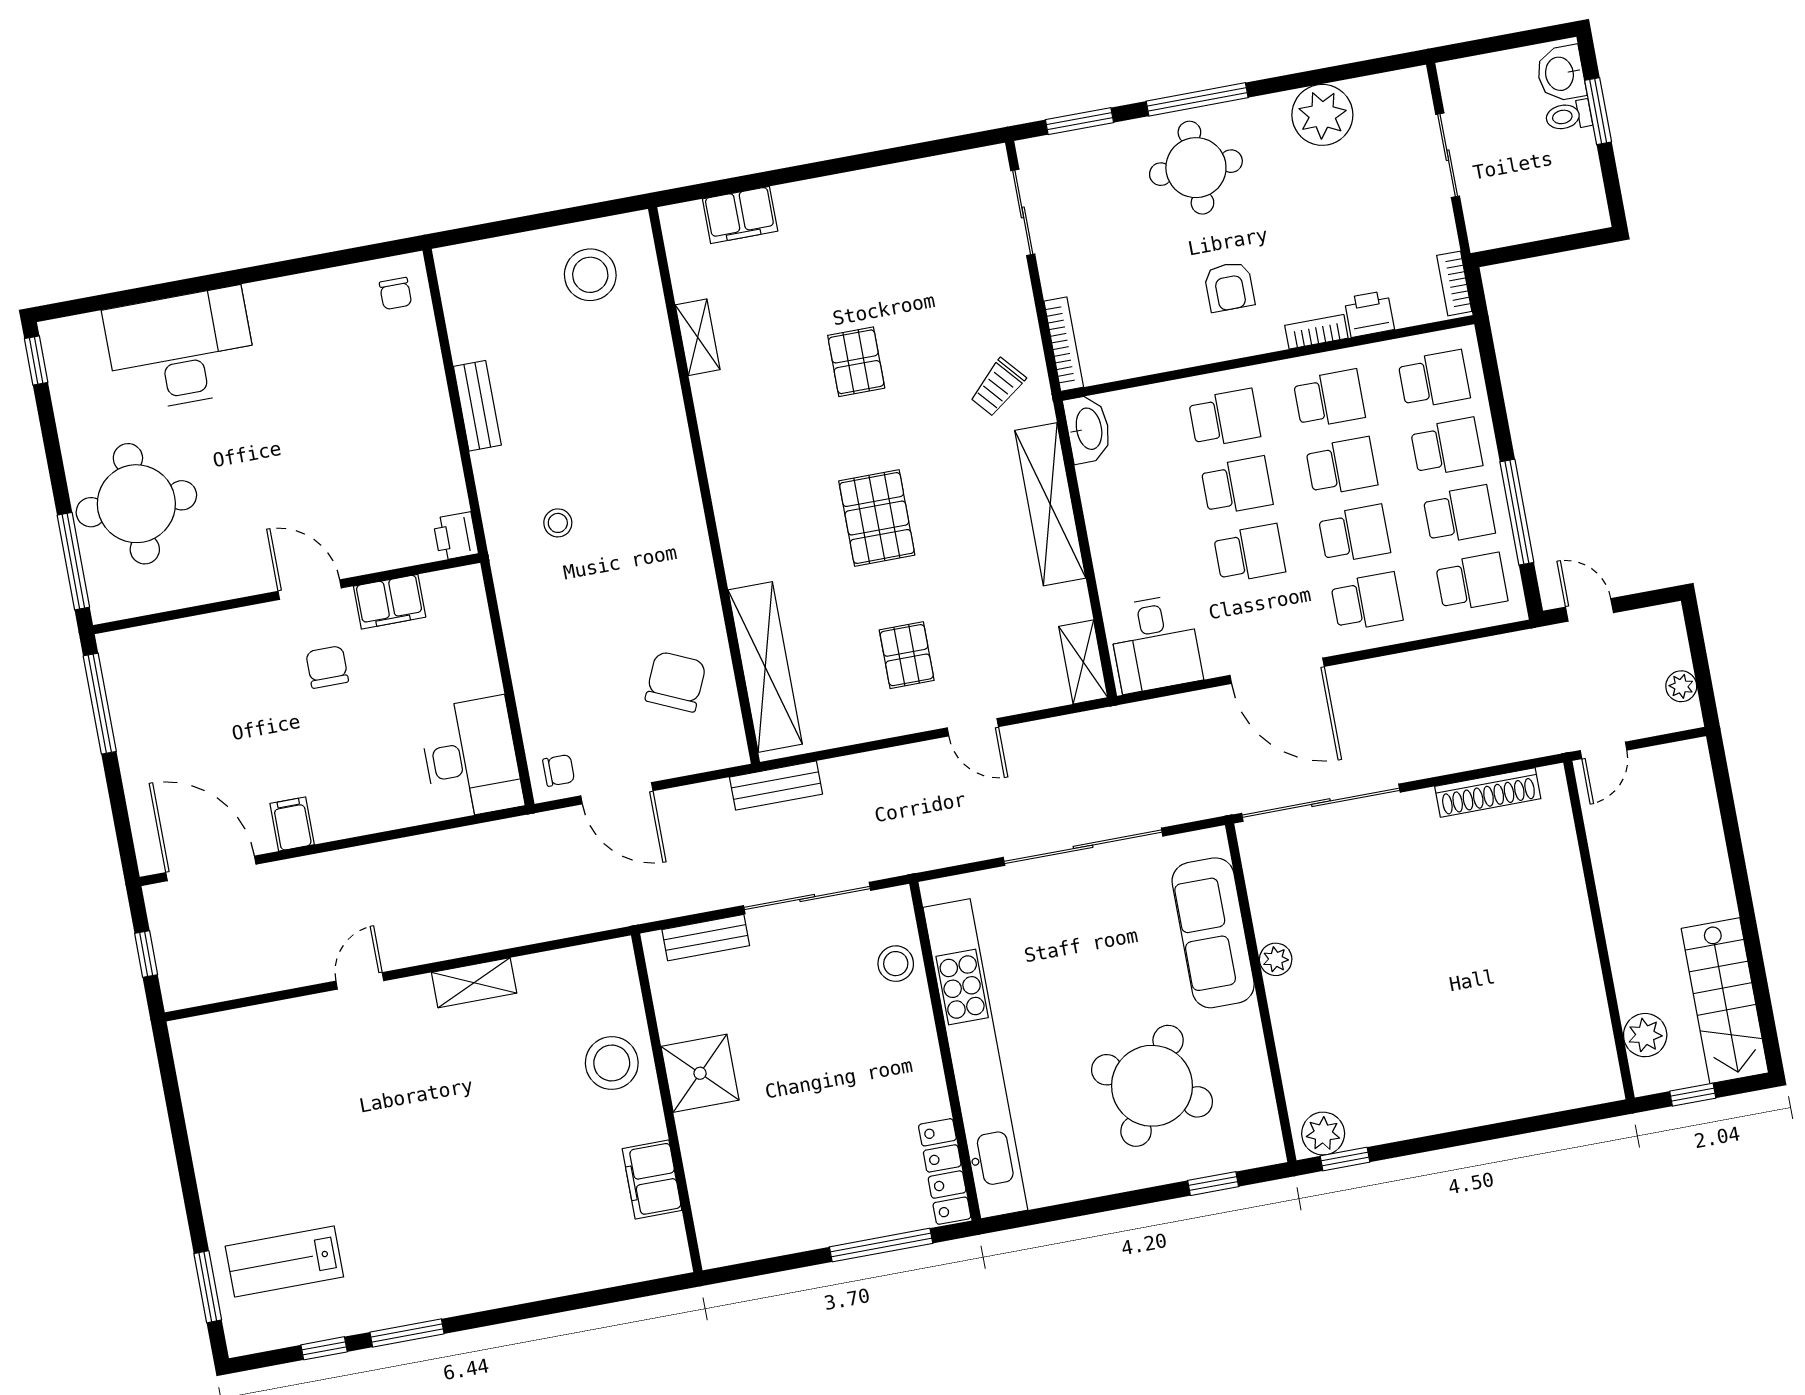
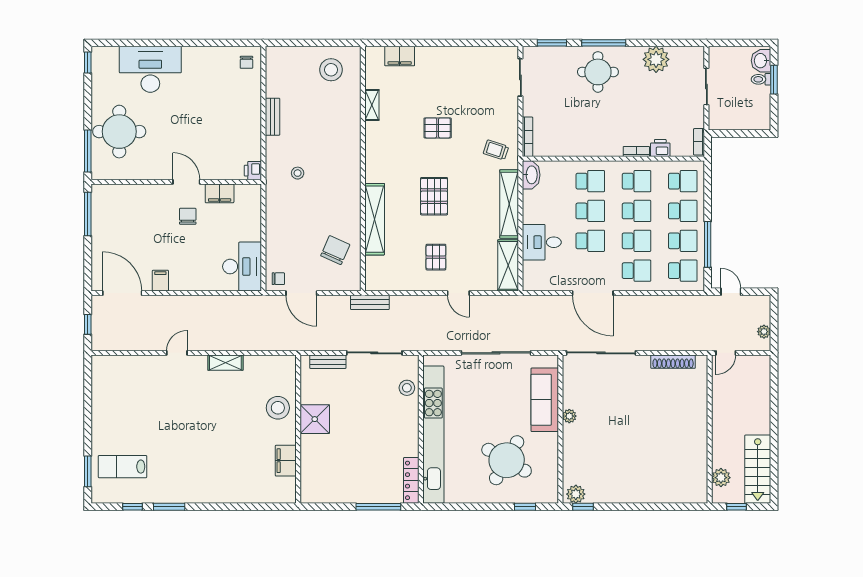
armchair: (1229, 287) -> (603, 125), removed
pallet: (856, 362) -> (438, 128), turned 90
trolley: (998, 387) -> (496, 150), turned 59
desk: (1155, 644) -> (542, 242), moved, turned 90
shelving: (1083, 662) -> (508, 265), width x1.50, depth x1.33
shelving: (765, 667) -> (375, 219), moved

